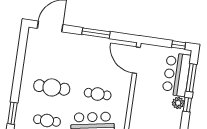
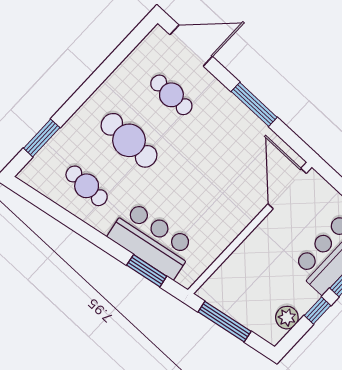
cafe table: (98, 94) -> (171, 95), moved
plant: (178, 103) -> (287, 318), moved

